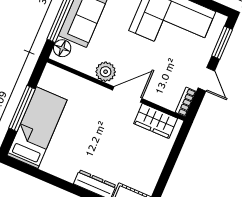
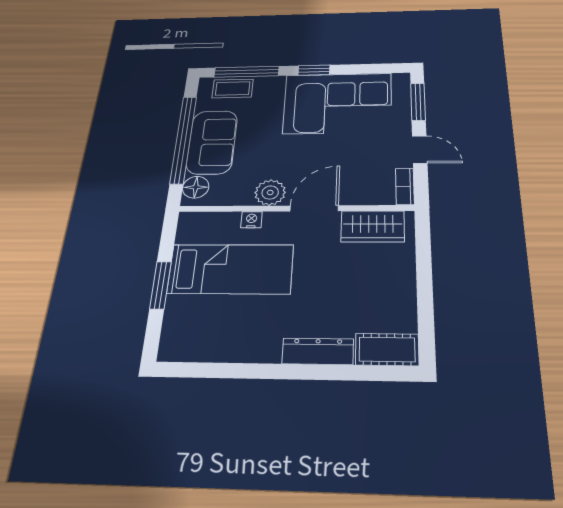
nightstand: (88, 86) -> (251, 220), added
window: (22, 109) -> (161, 285), width x0.69
bed: (37, 128) -> (231, 269), moved, turned 90

